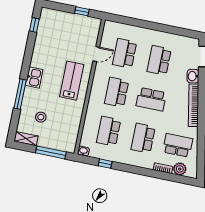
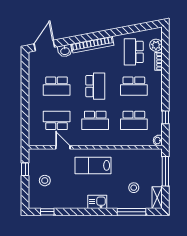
stool: (66, 29) -> (45, 181), added
school desk: (125, 53) -> (57, 120), turned 180
window: (20, 94) -> (131, 212), moved

